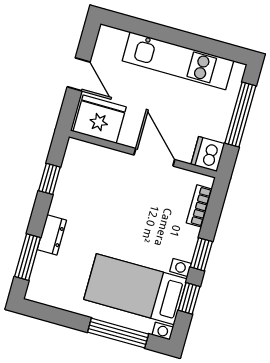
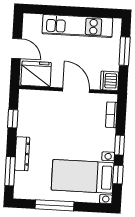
window: (240, 115) -> (125, 51), width x0.69
dresser: (52, 235) -> (22, 154), width x1.44
window: (118, 333) -> (54, 205), moved

